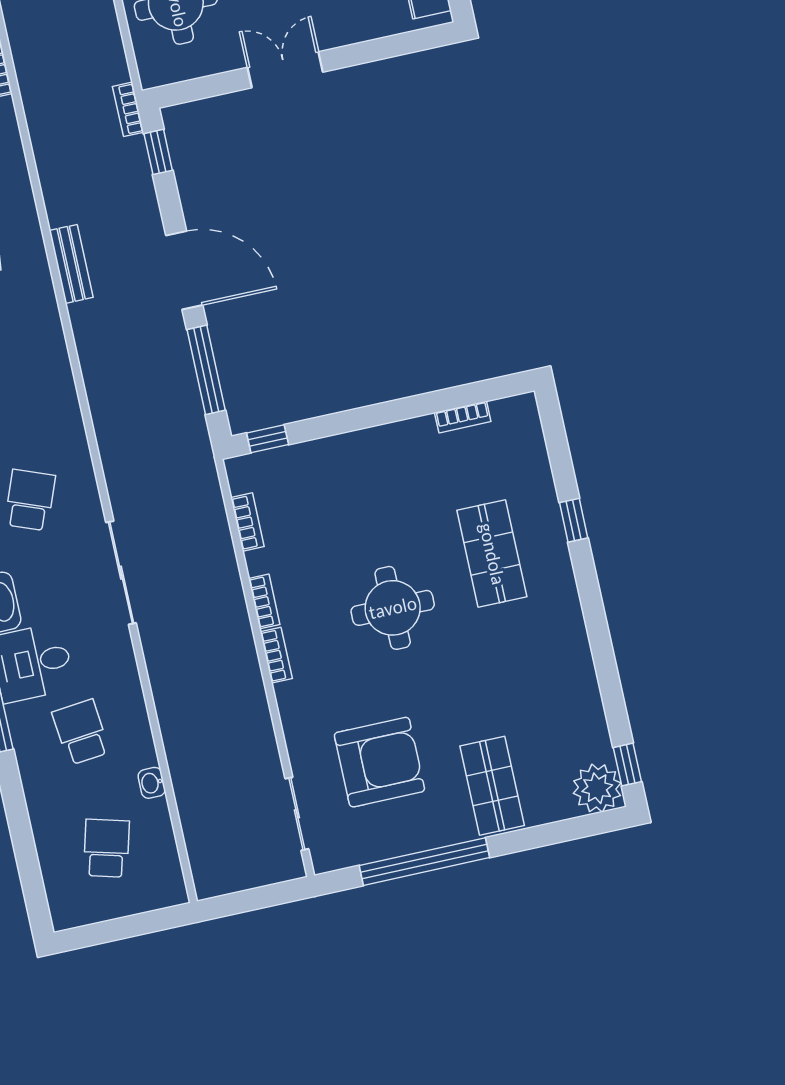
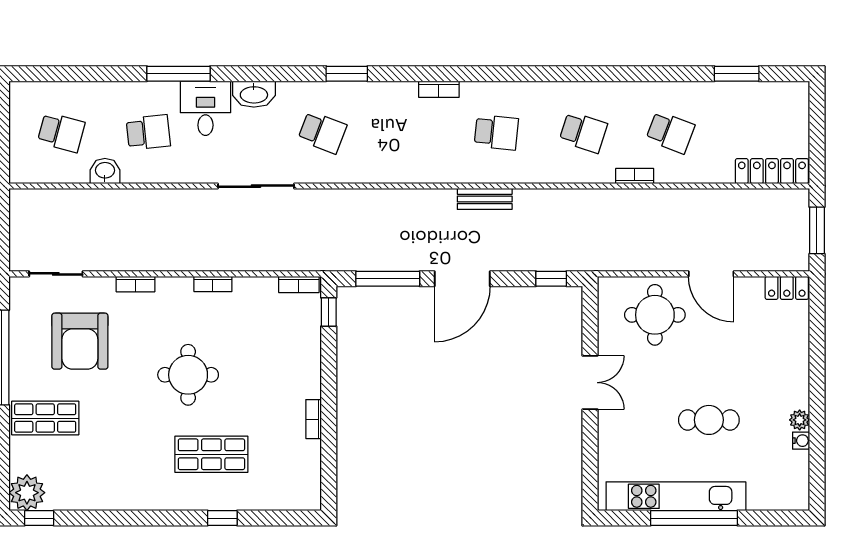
bookcase: (128, 109) -> (586, 264), removed
bookcase: (463, 417) -> (314, 419), moved
bookcase: (247, 522) -> (299, 284), moved
bookcase: (276, 655) -> (135, 284), moved
washbasin: (152, 783) -> (105, 171), width x1.38, depth x1.45

